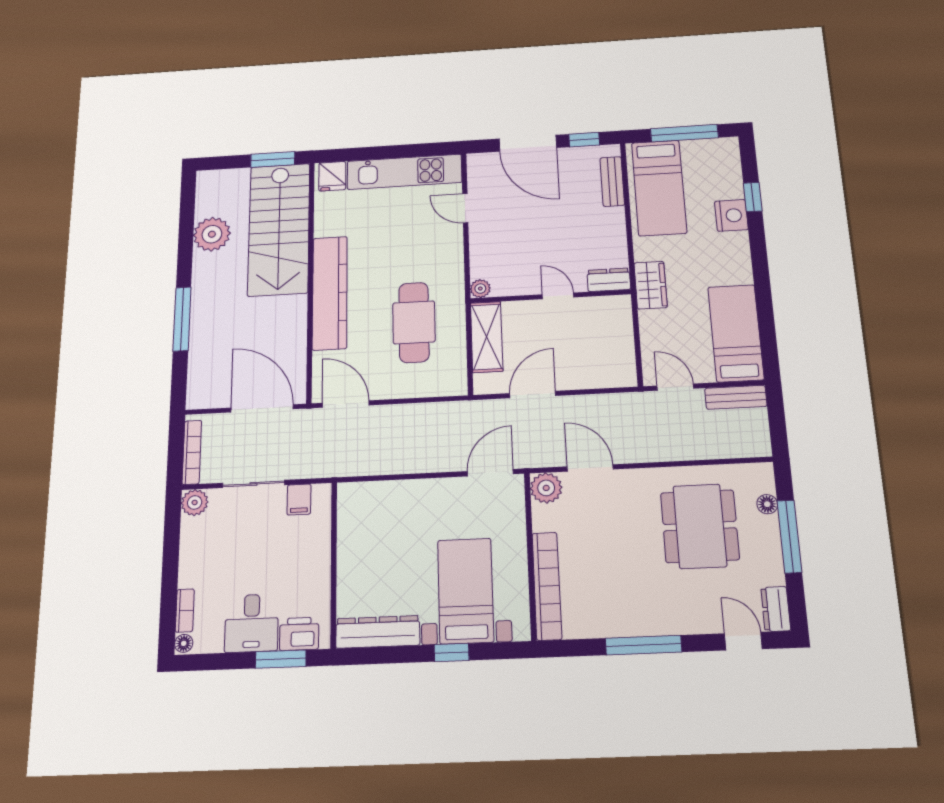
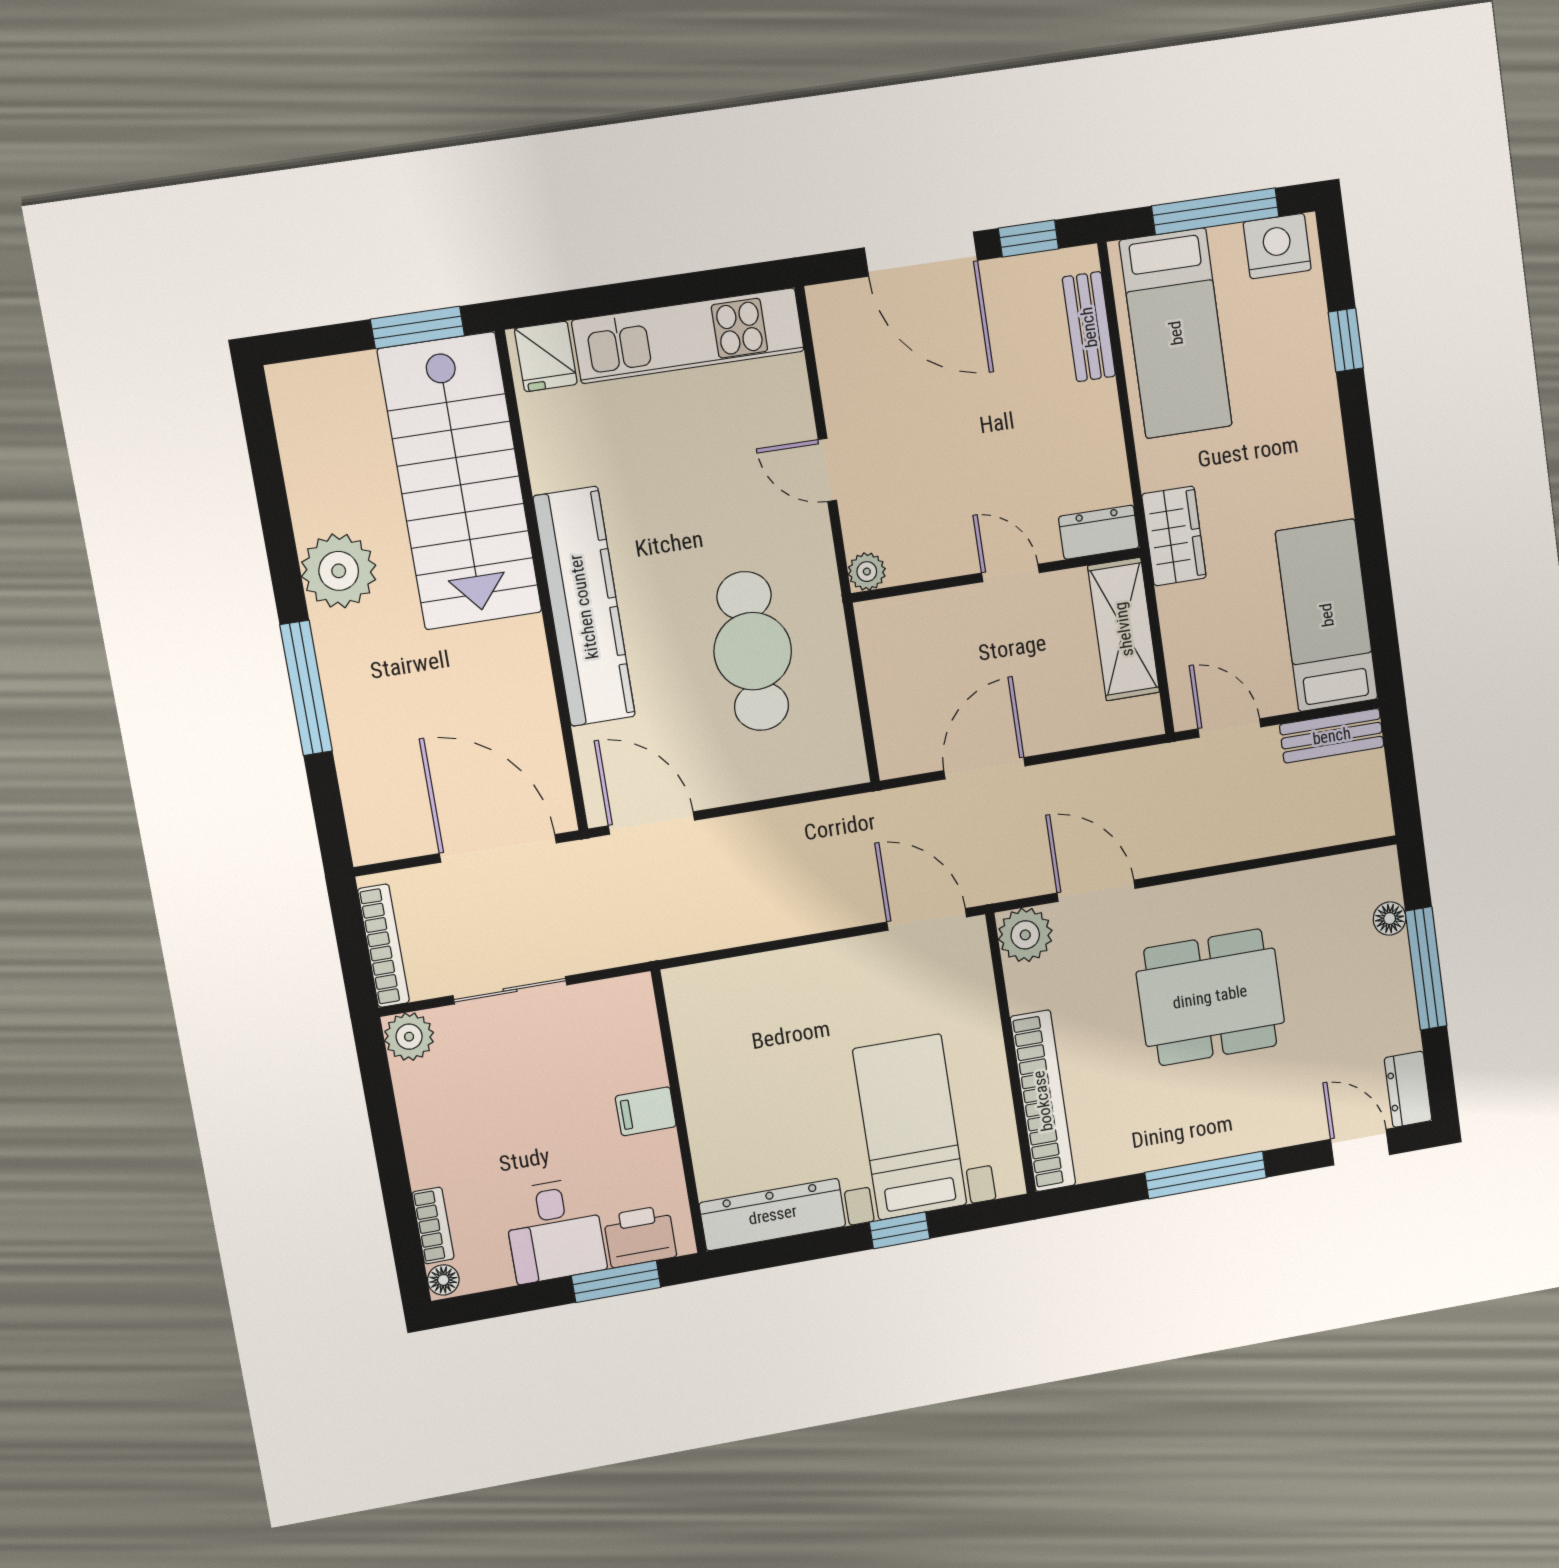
door: (465, 208) -> (827, 470), moved
nightstand: (731, 215) -> (1277, 246), moved, turned -90
plant: (212, 234) -> (339, 571), moved
shelving: (487, 337) -> (1124, 629), moved
door: (490, 473) -> (927, 919), hinge flipped
filing cabinet: (299, 499) -> (646, 1111), moved, turned 90
dining table: (700, 526) -> (1210, 997), moved, turned 90

